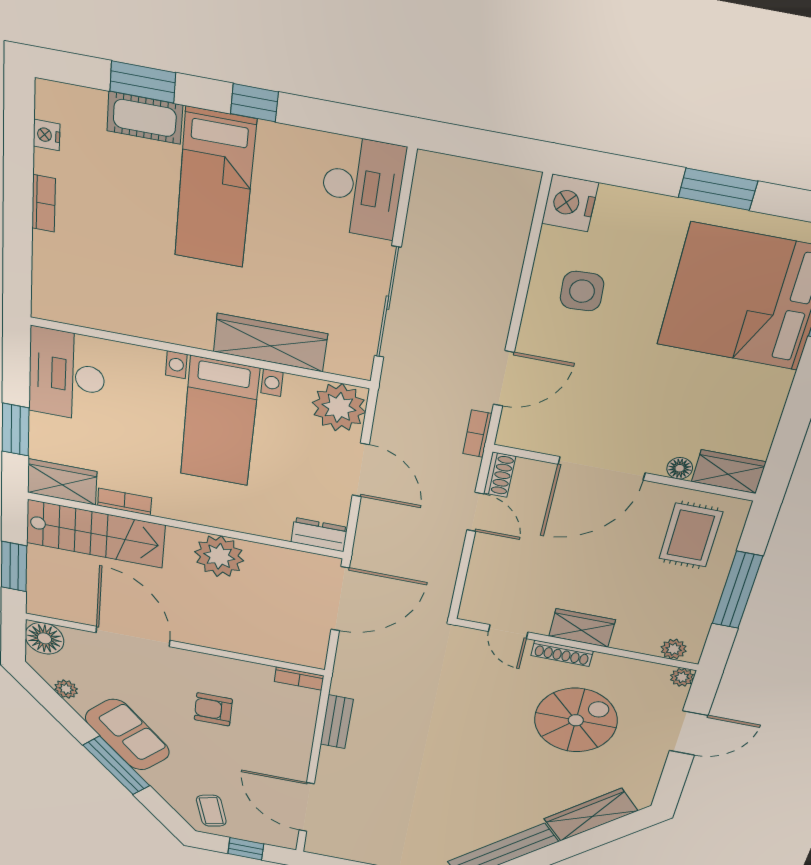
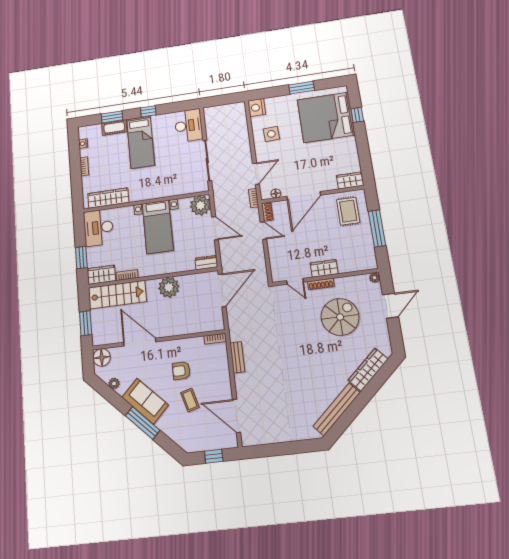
wardrobe: (270, 343) -> (108, 198), moved
floor lamp: (680, 468) -> (276, 193), moved
plant: (674, 649) -> (365, 265), removed
coffee table: (211, 811) -> (190, 400), moved

